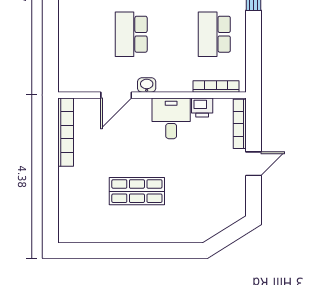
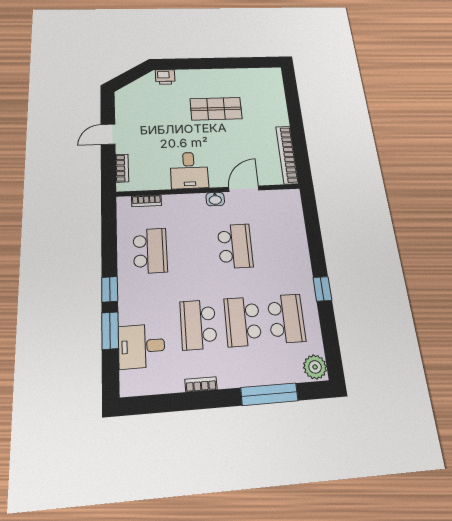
bookcase: (216, 86) -> (146, 201), width x0.64
printer: (202, 107) -> (165, 77), moved, turned 180
bookcase: (240, 124) -> (122, 168), width x0.64

